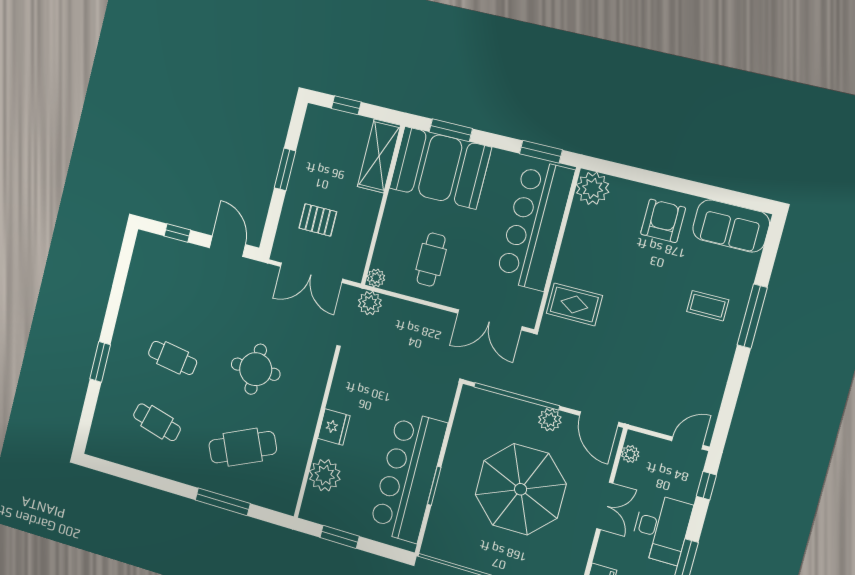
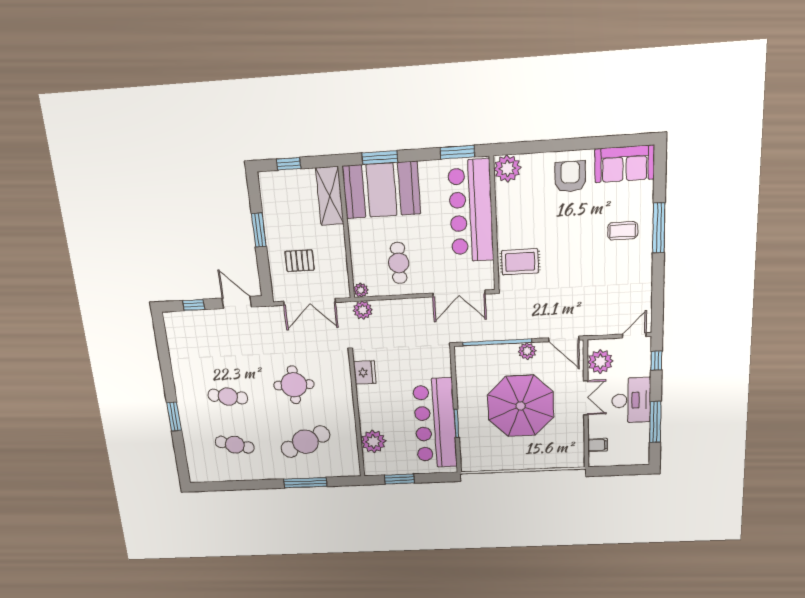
fridge: (334, 427) -> (365, 373), moved
plant: (630, 454) -> (600, 362), width x1.88, depth x1.88

